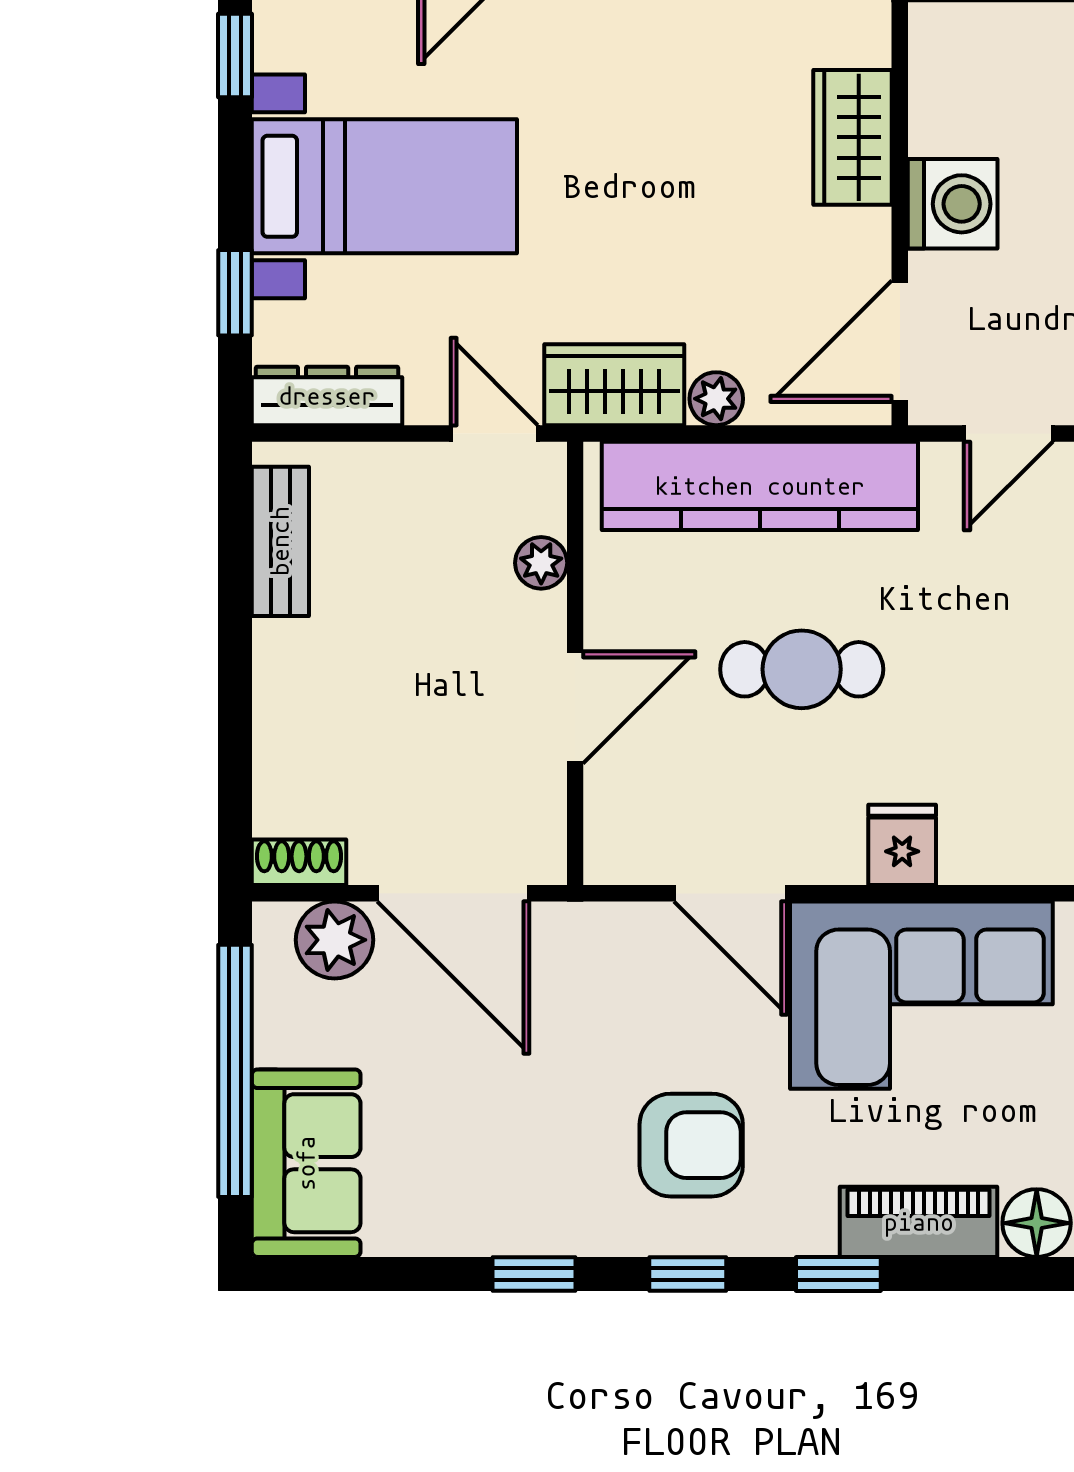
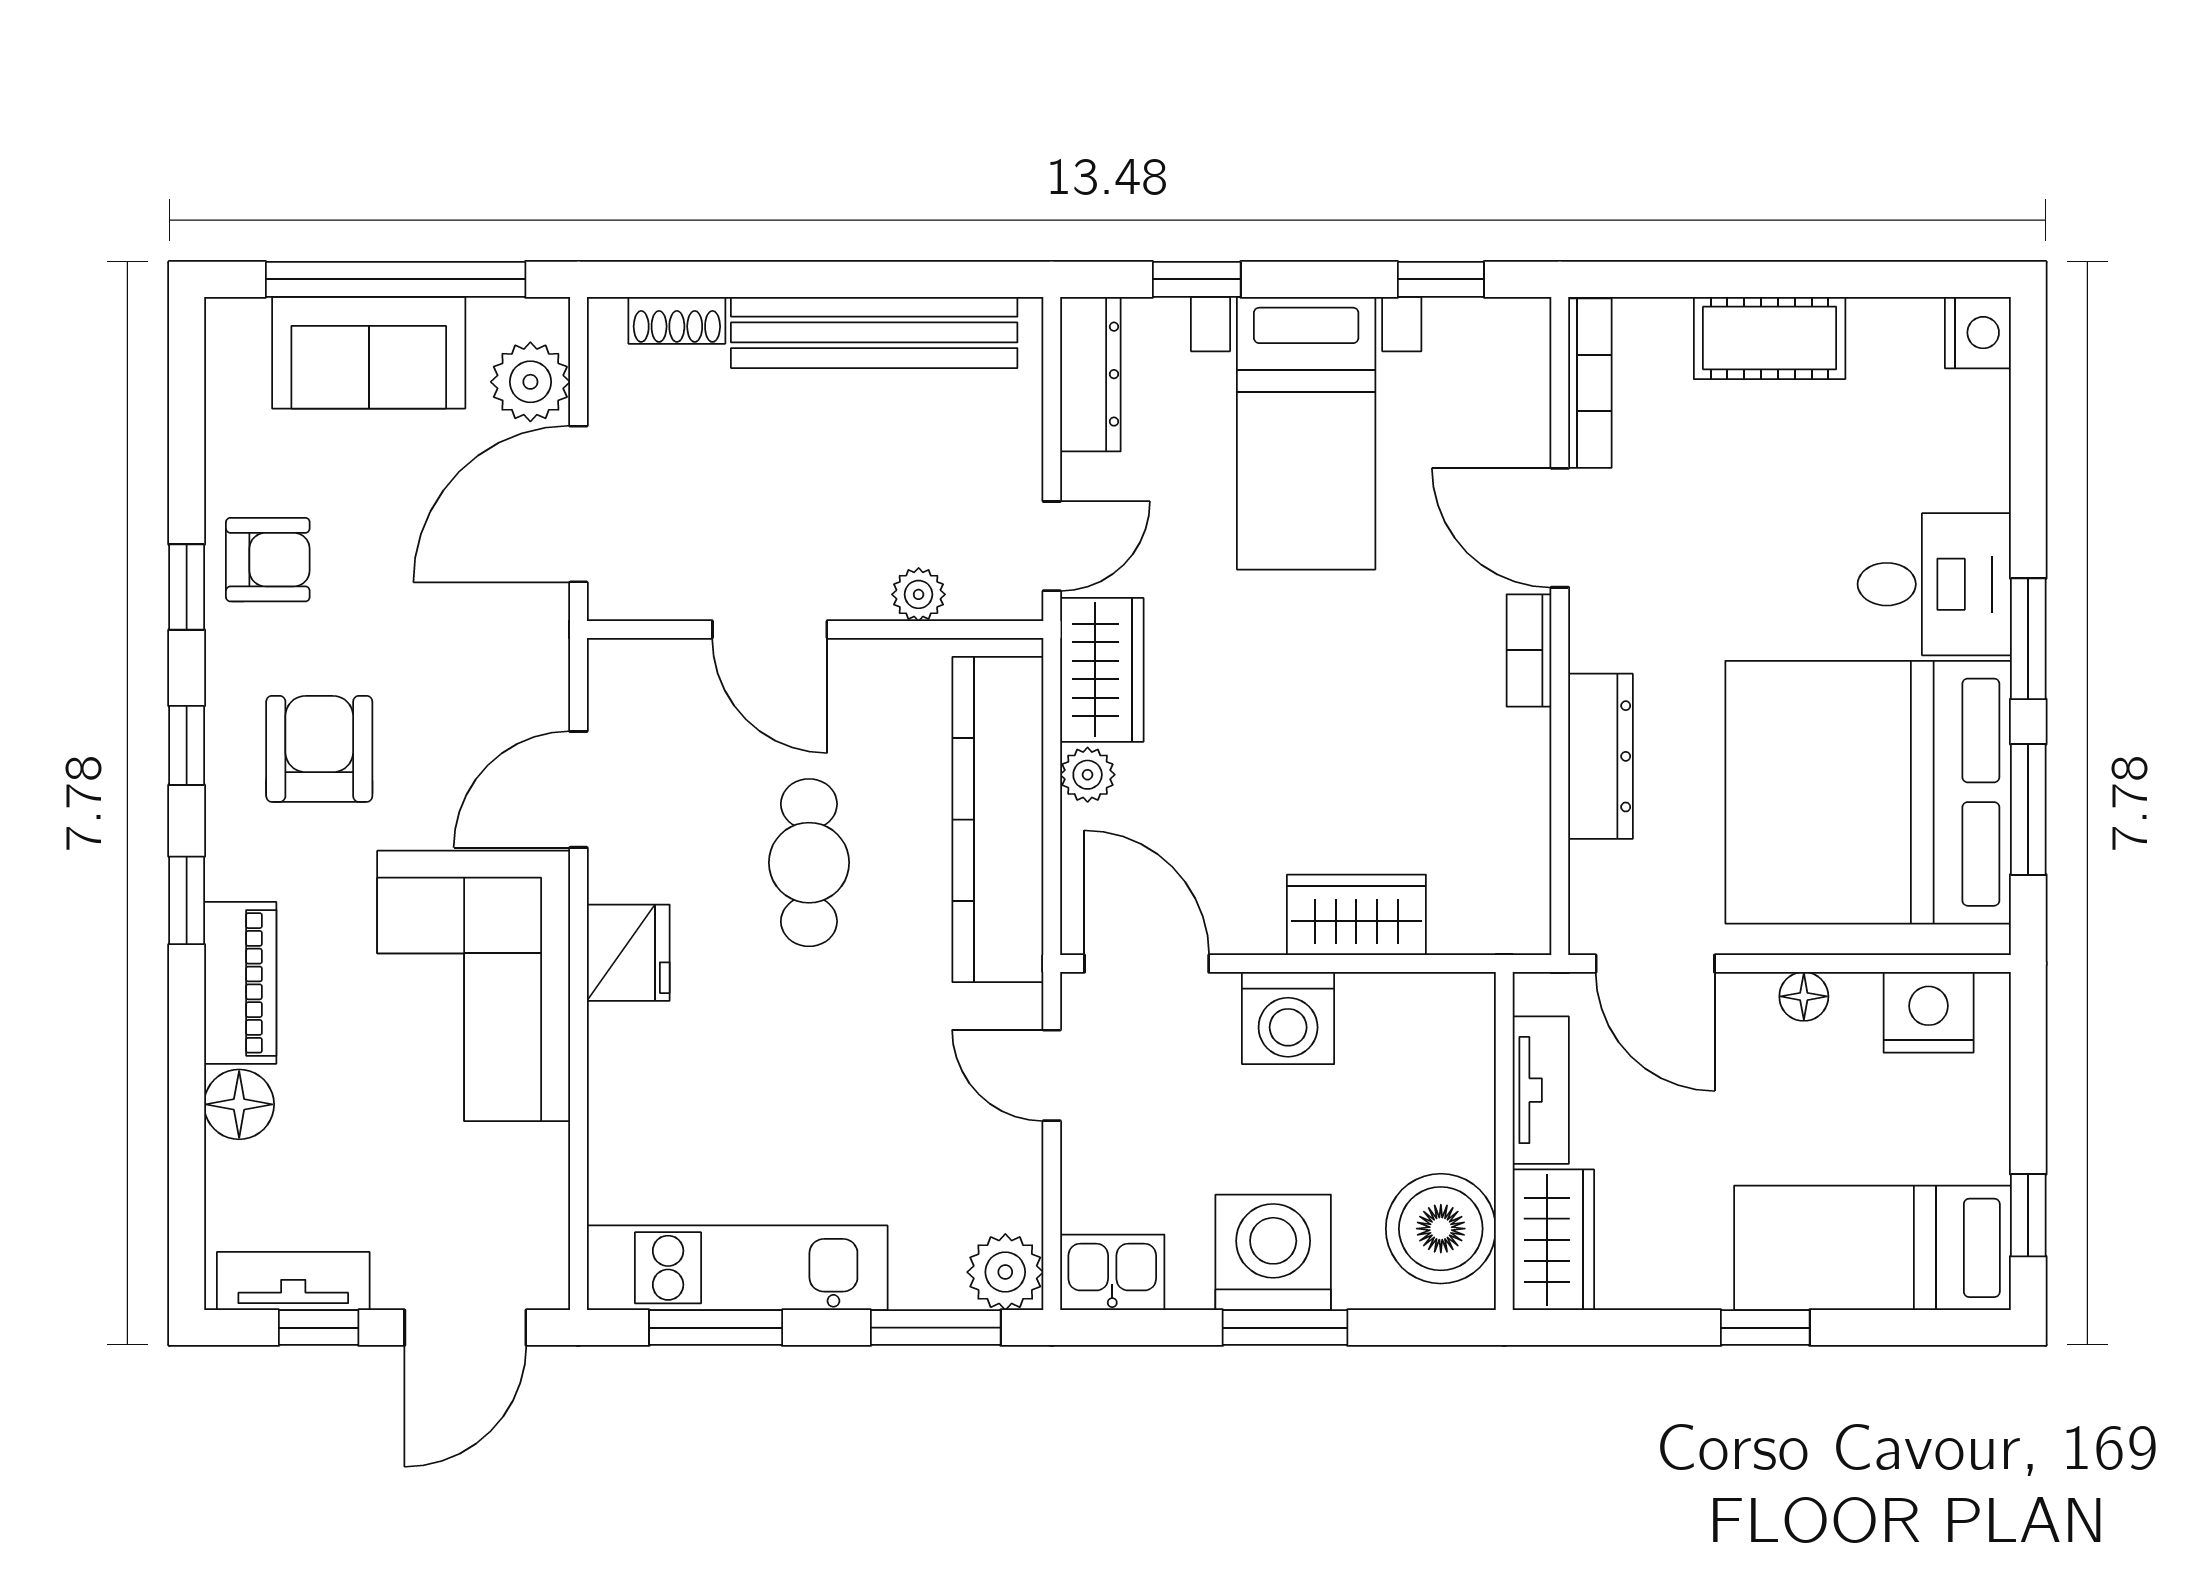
bench: (280, 541) -> (874, 332), width x1.86, depth x1.21
fridge: (902, 845) -> (628, 953), width x1.38
shoe rack: (299, 862) -> (677, 320), moved, turned 90
armchair: (691, 1145) -> (319, 749), turned 180
sofa: (306, 1163) -> (369, 353), moved
armchair: (507, 1195) -> (268, 560), added

